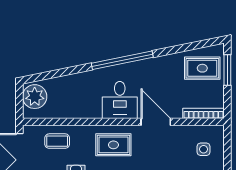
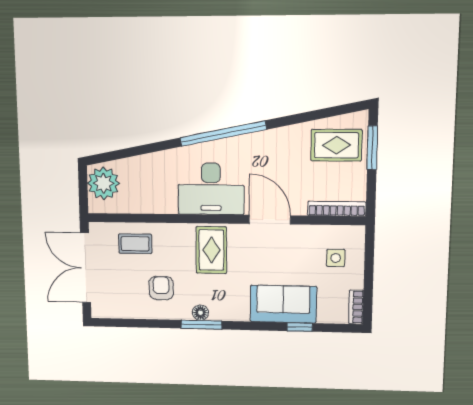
desk: (120, 100) -> (211, 189), width x1.37
rug: (113, 145) -> (211, 250), turned 90

